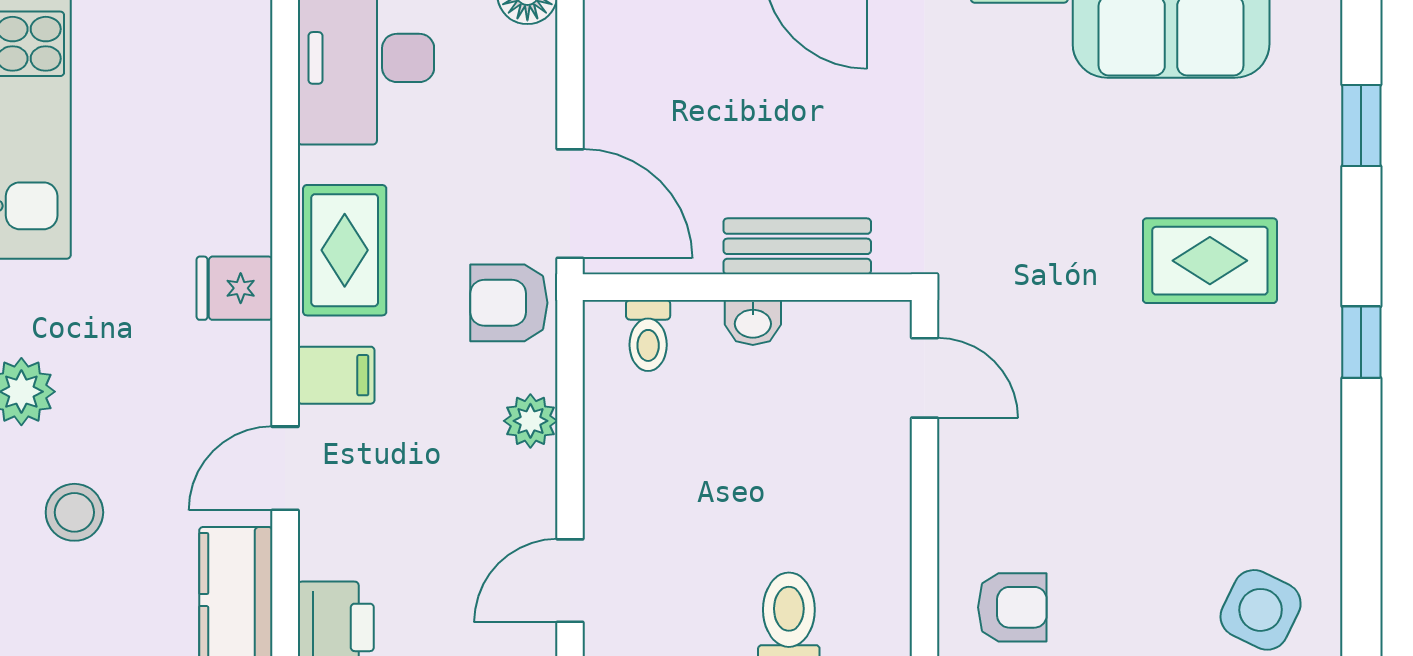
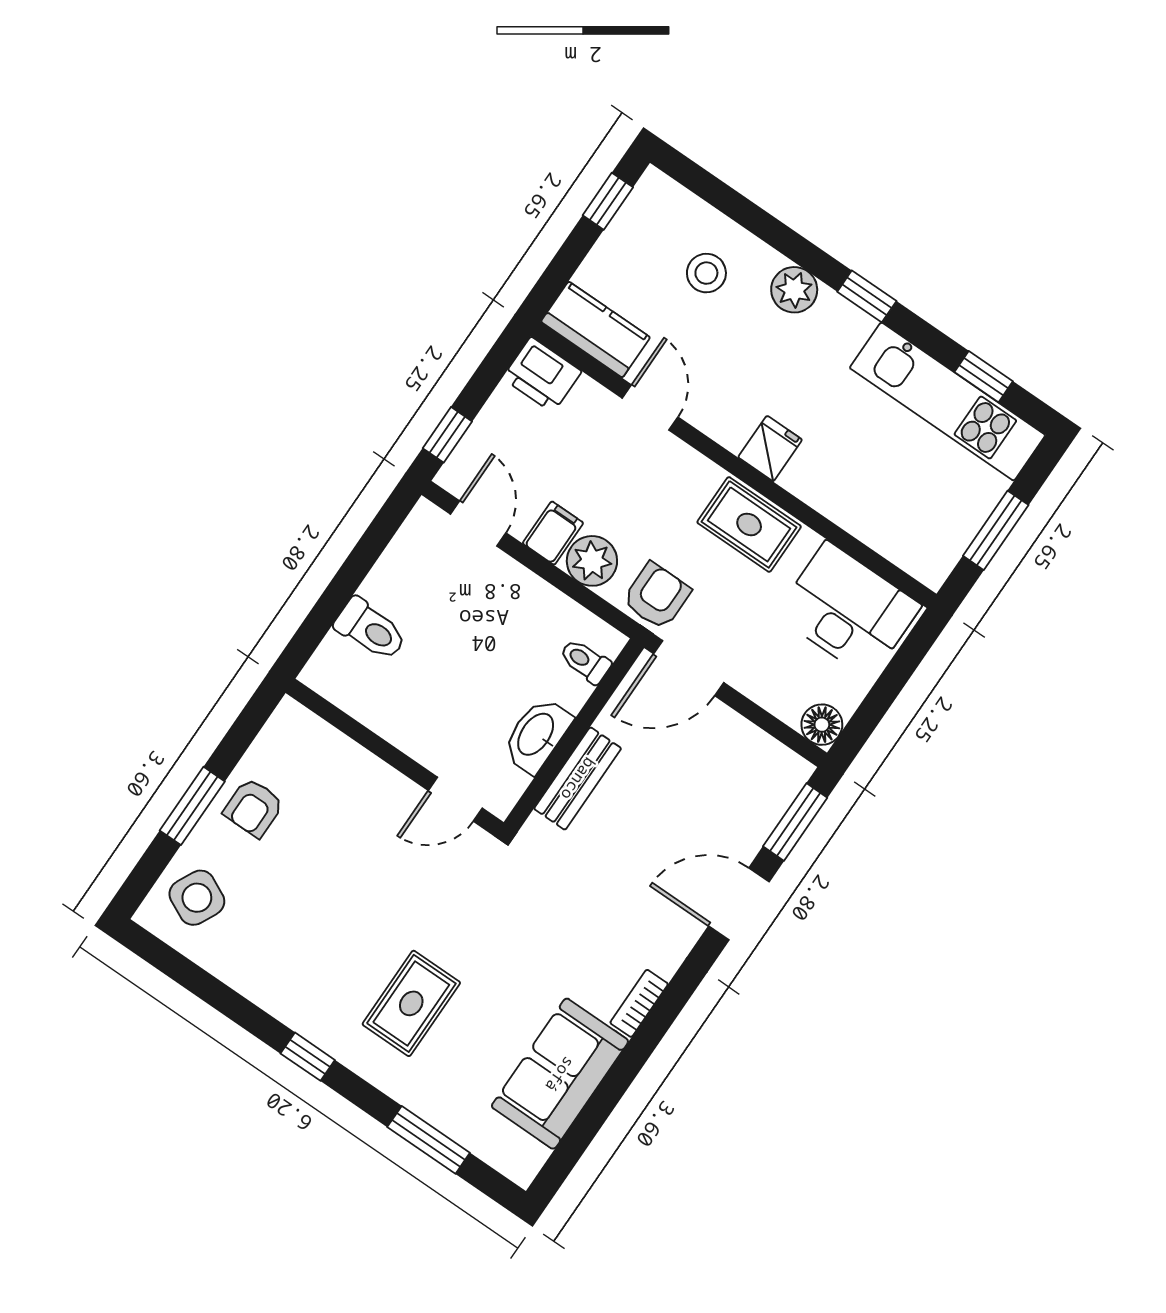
window: (1361, 126) -> (429, 1140), width x1.50
washbasin: (753, 322) -> (537, 735), width x1.91, depth x1.45
filing cabinet: (336, 375) -> (553, 533), moved, turned 180
plant: (530, 421) -> (592, 561), width x1.38, depth x1.38
armchair: (1012, 607) -> (253, 808), moved

